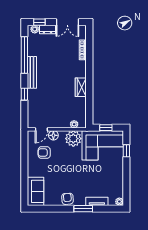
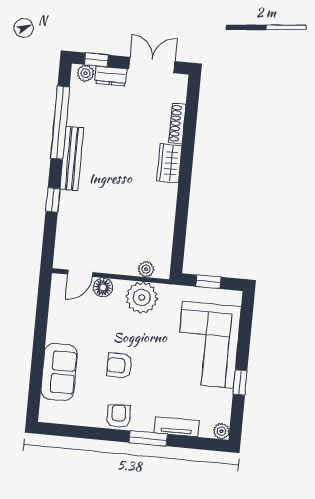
double door: (67, 22) -> (152, 65), swing flipped
wardrobe: (81, 87) -> (169, 163), moved
corner sofa: (103, 145) -> (208, 345), moved, turned 90
window: (126, 151) -> (240, 382), moved
armchair: (44, 153) -> (119, 366), moved
sofa: (36, 191) -> (59, 372), moved

